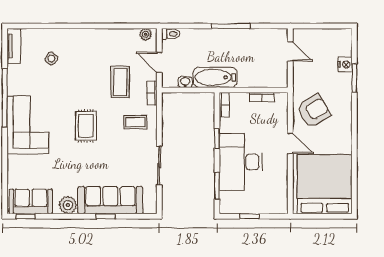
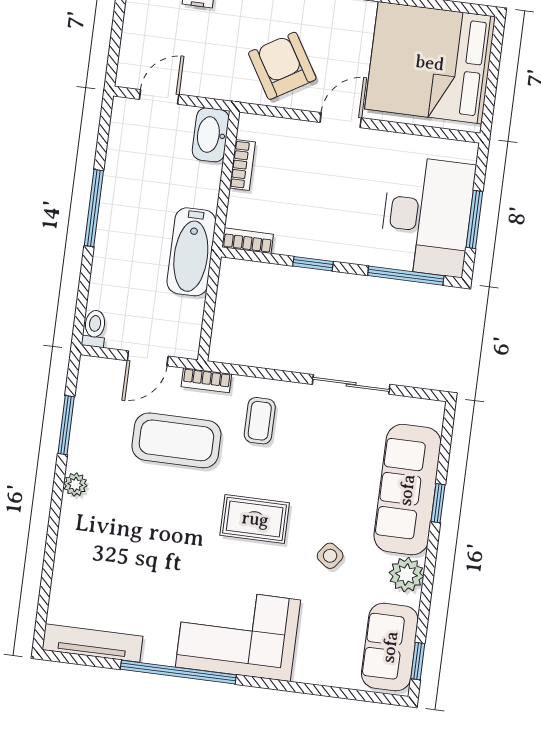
window: (121, 26) -> (66, 425), added
plant: (146, 34) -> (75, 484), moved
tv unit: (14, 46) -> (92, 643), width x1.41
side table: (51, 59) -> (330, 556), moved
coffee table: (120, 82) -> (176, 440), width x1.36, depth x1.32
washbasin: (185, 82) -> (211, 135), moved, width x1.91, depth x1.45
desk: (241, 162) -> (427, 216), moved, turned -90
window: (217, 186) -> (406, 276), width x1.44
window: (249, 216) -> (474, 219), width x1.50

